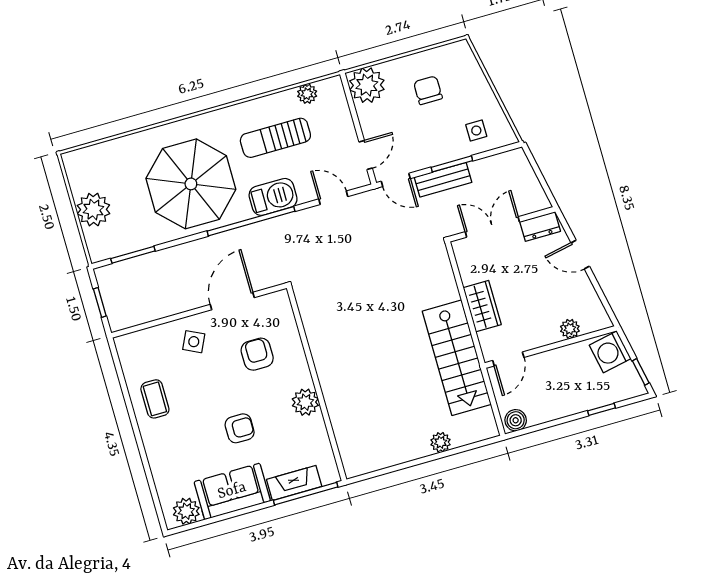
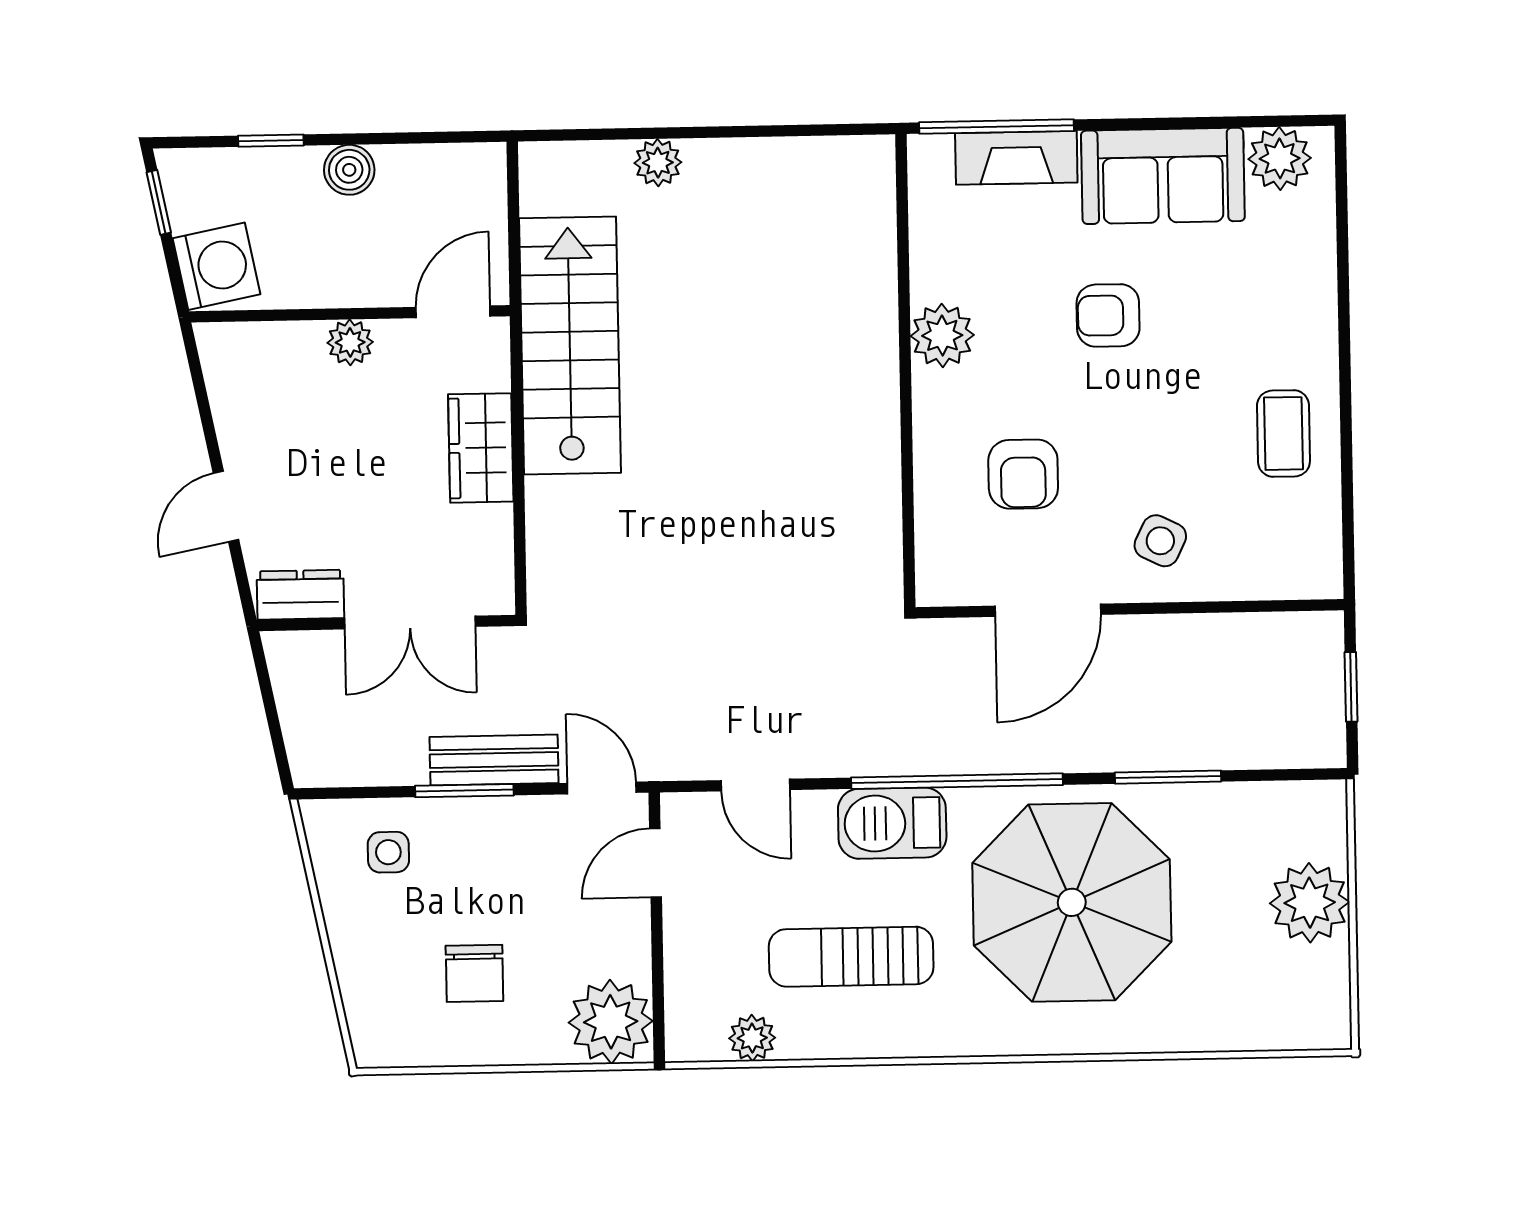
sun lounger: (275, 138) -> (851, 957), turned 180
window: (133, 255) -> (1168, 777), moved
door: (580, 255) -> (226, 506), swing flipped
plant: (570, 329) -> (350, 342), moved
boiler: (516, 420) -> (349, 170), moved

